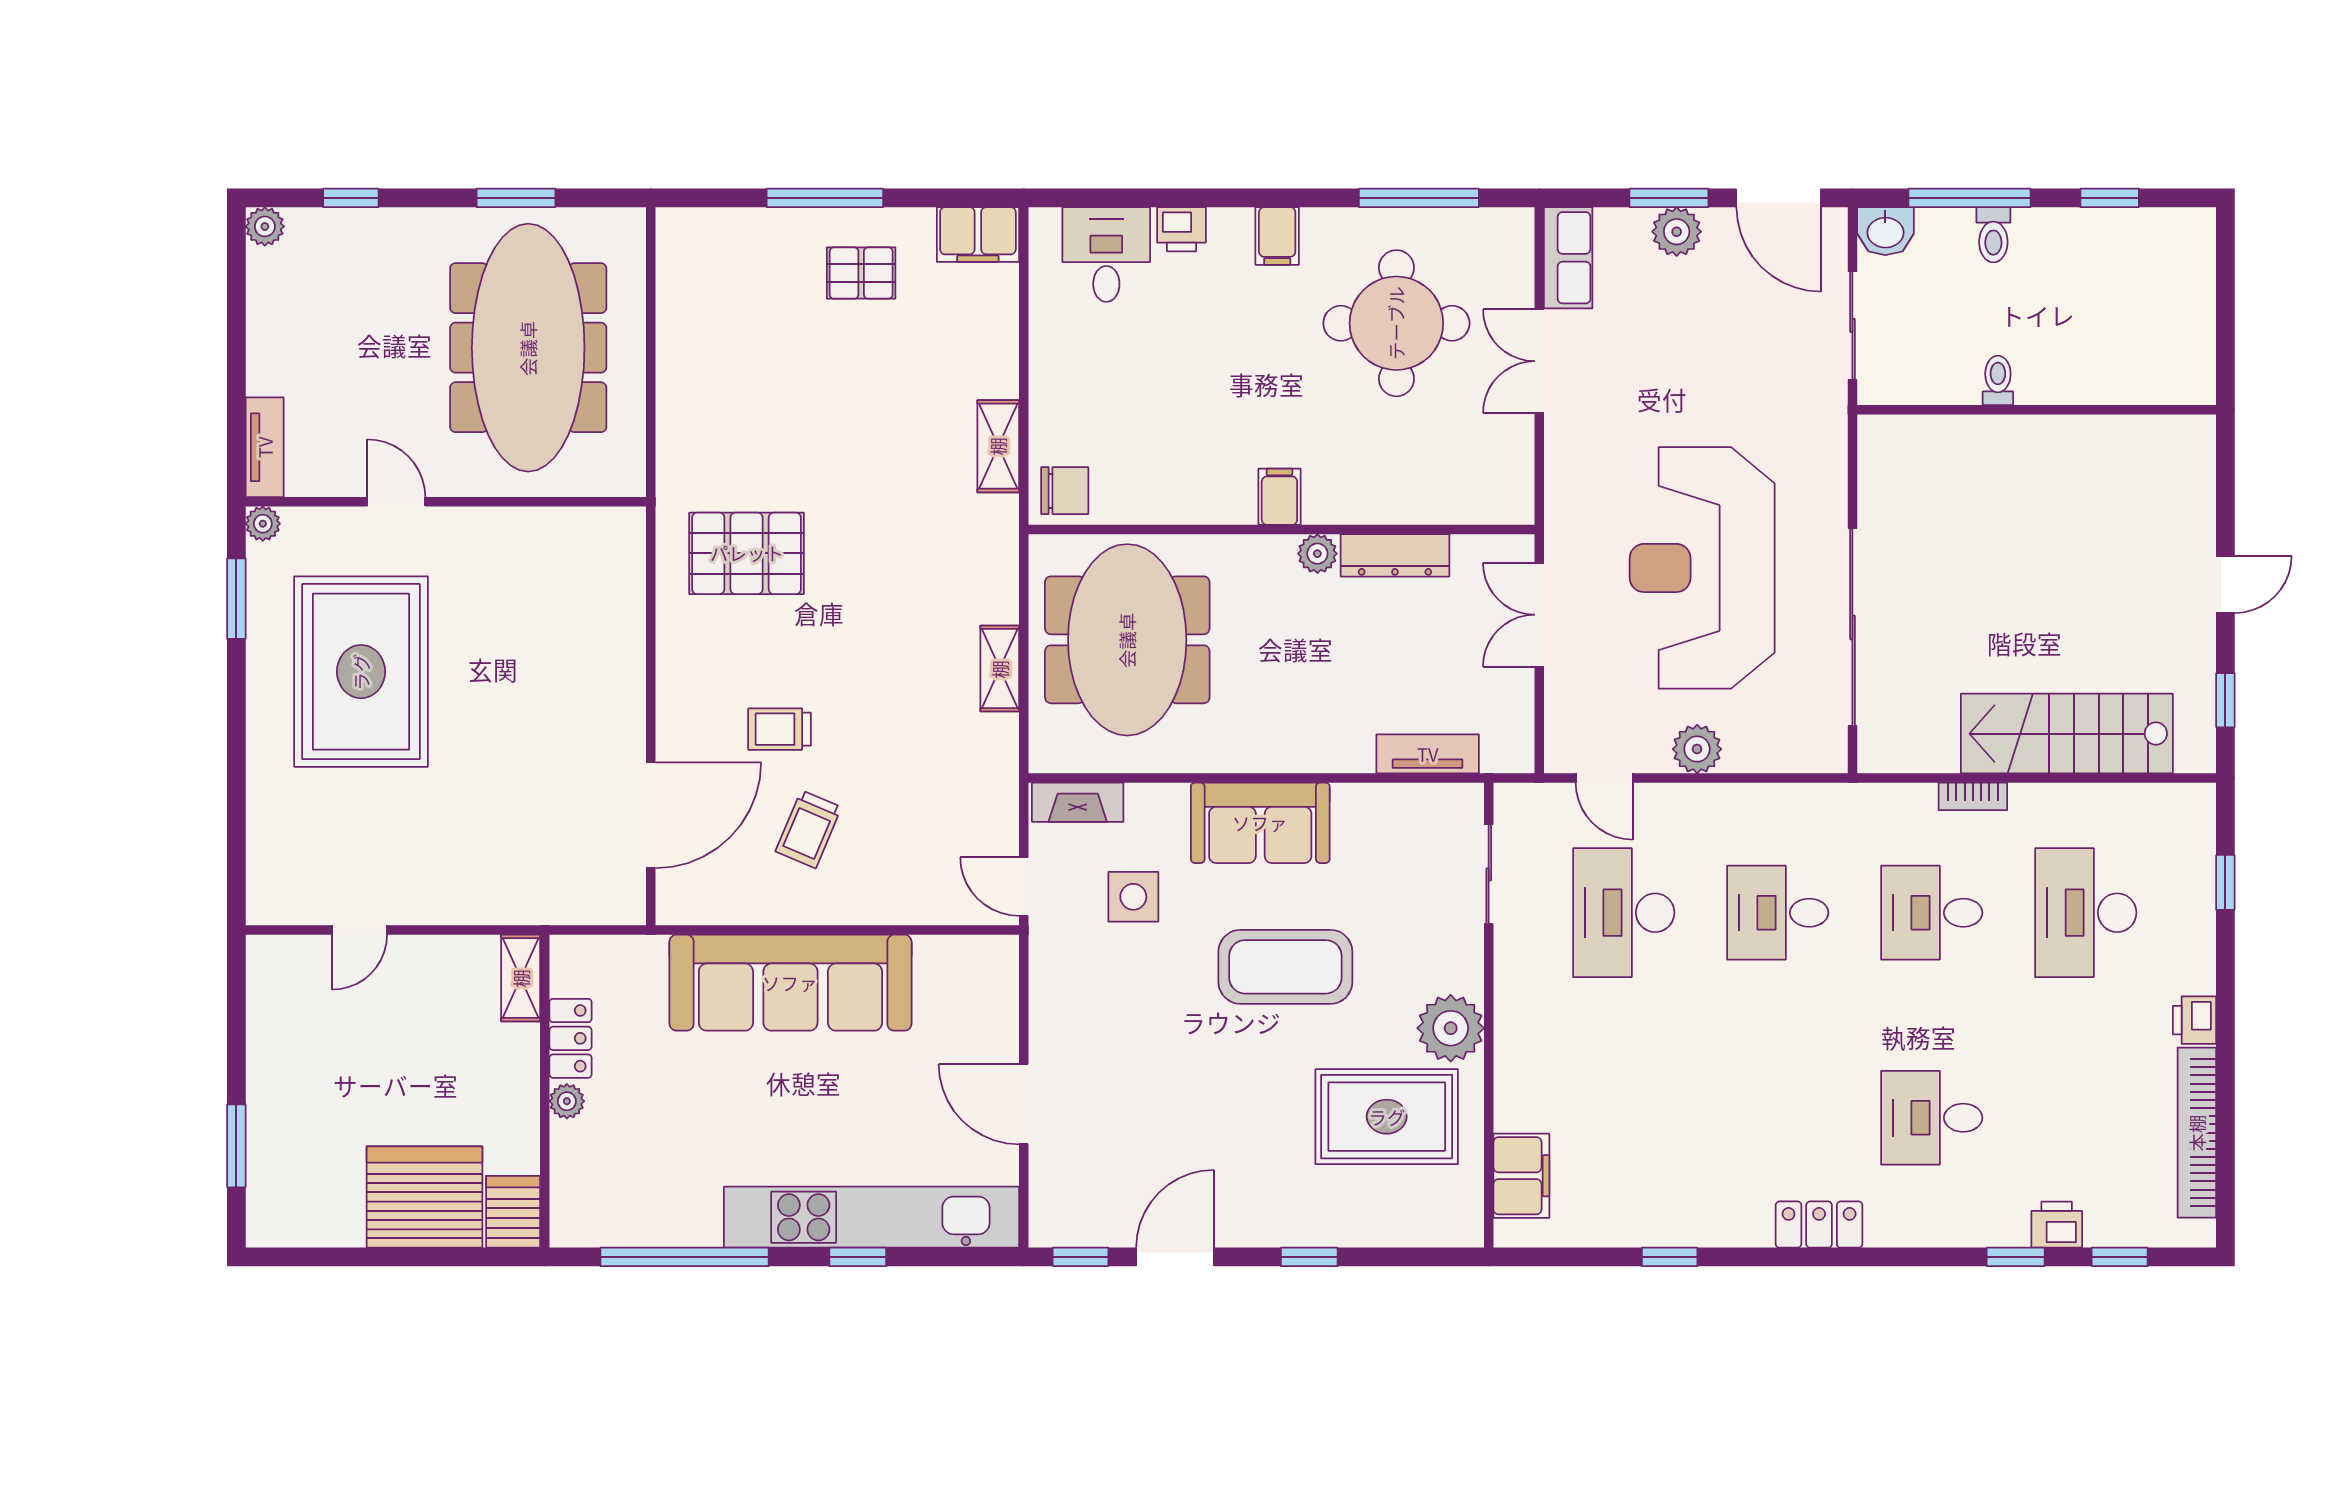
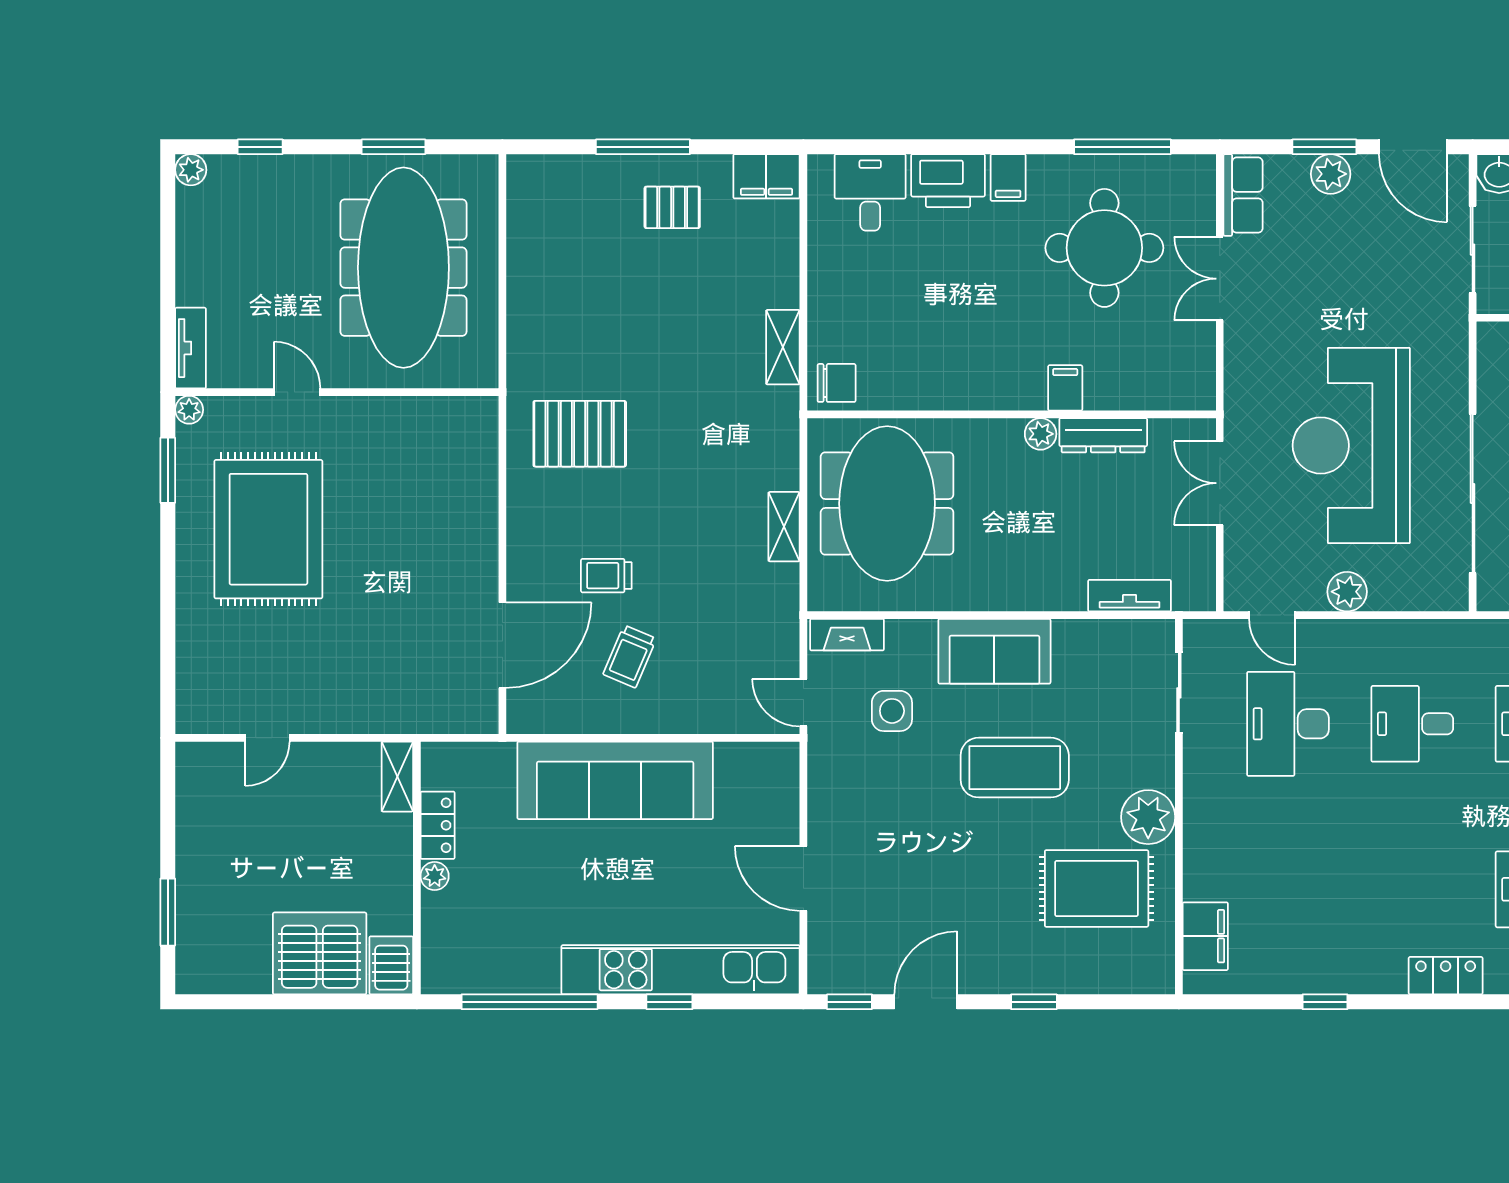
printer: (1182, 229) -> (948, 181), width x1.87, depth x1.48
filing cabinet: (1279, 497) -> (1065, 388), moved

